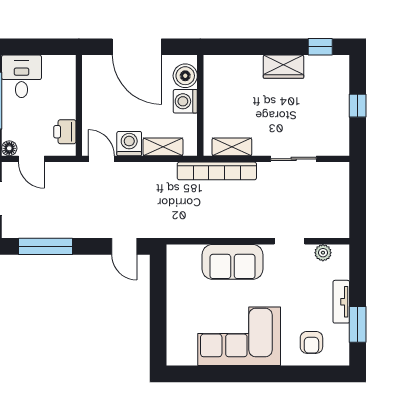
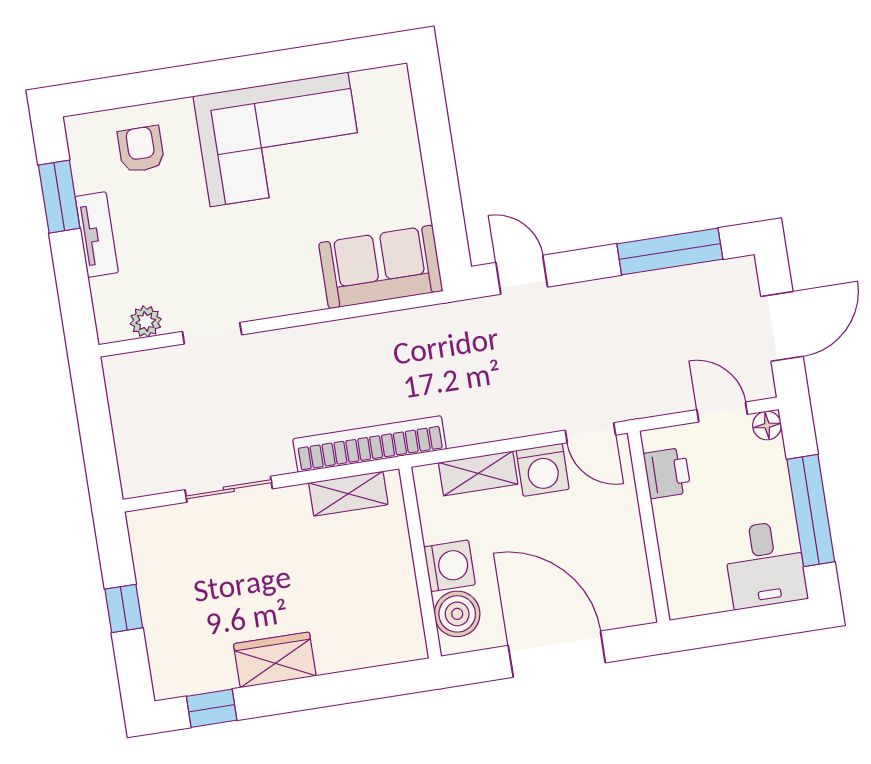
sofa: (232, 262) -> (381, 267), moved

